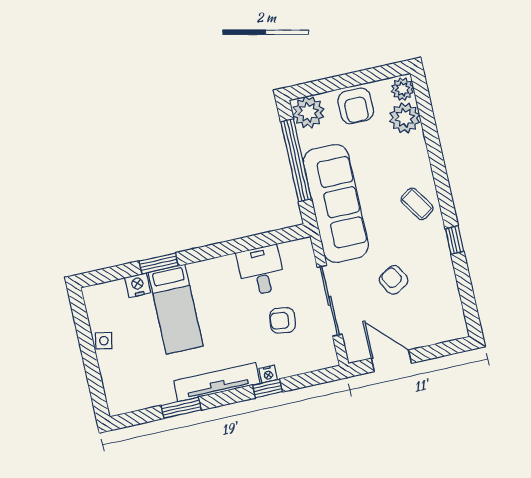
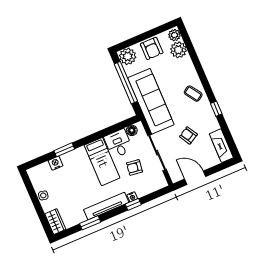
floor lamp: (290, 251) -> (132, 130), added
bed: (176, 309) -> (102, 162), moved
fireplace: (451, 310) -> (221, 146), added
wardrobe: (117, 393) -> (55, 222), added

